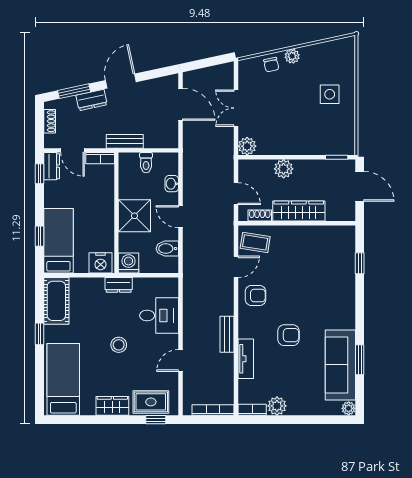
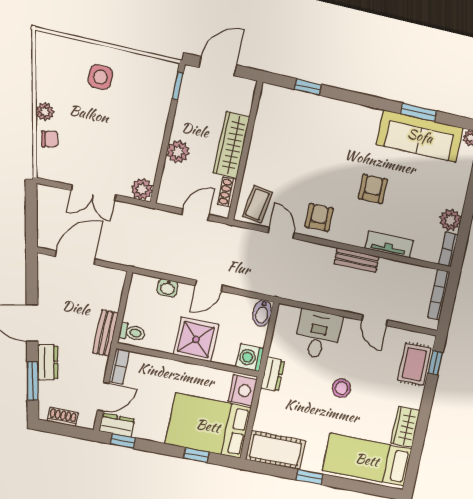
toilet: (146, 163) -> (132, 332), moved
bed: (58, 241) -> (208, 426), width x1.50
bidet: (167, 249) -> (262, 313), moved
wardrobe: (112, 406) -> (405, 427), moved

